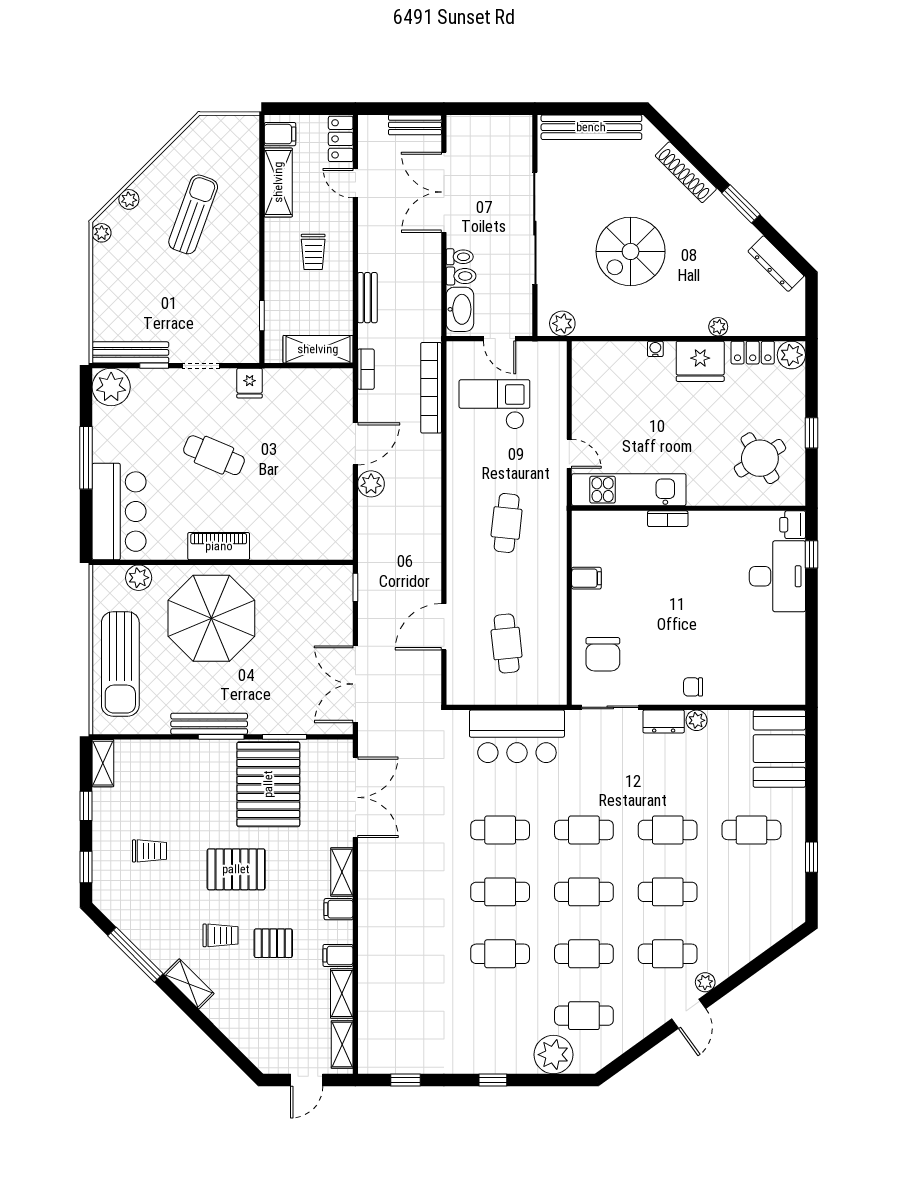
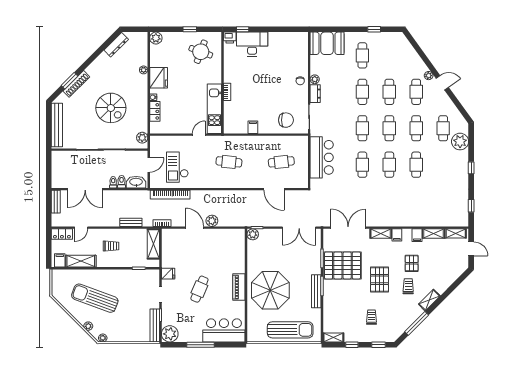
window: (741, 204) -> (69, 81), moved
sun lounger: (193, 214) -> (95, 298), width x1.36, depth x1.34
locker: (753, 353) -> (155, 111), moved
round table: (760, 458) -> (201, 52), turned -38
plant: (139, 578) -> (253, 234), moved

